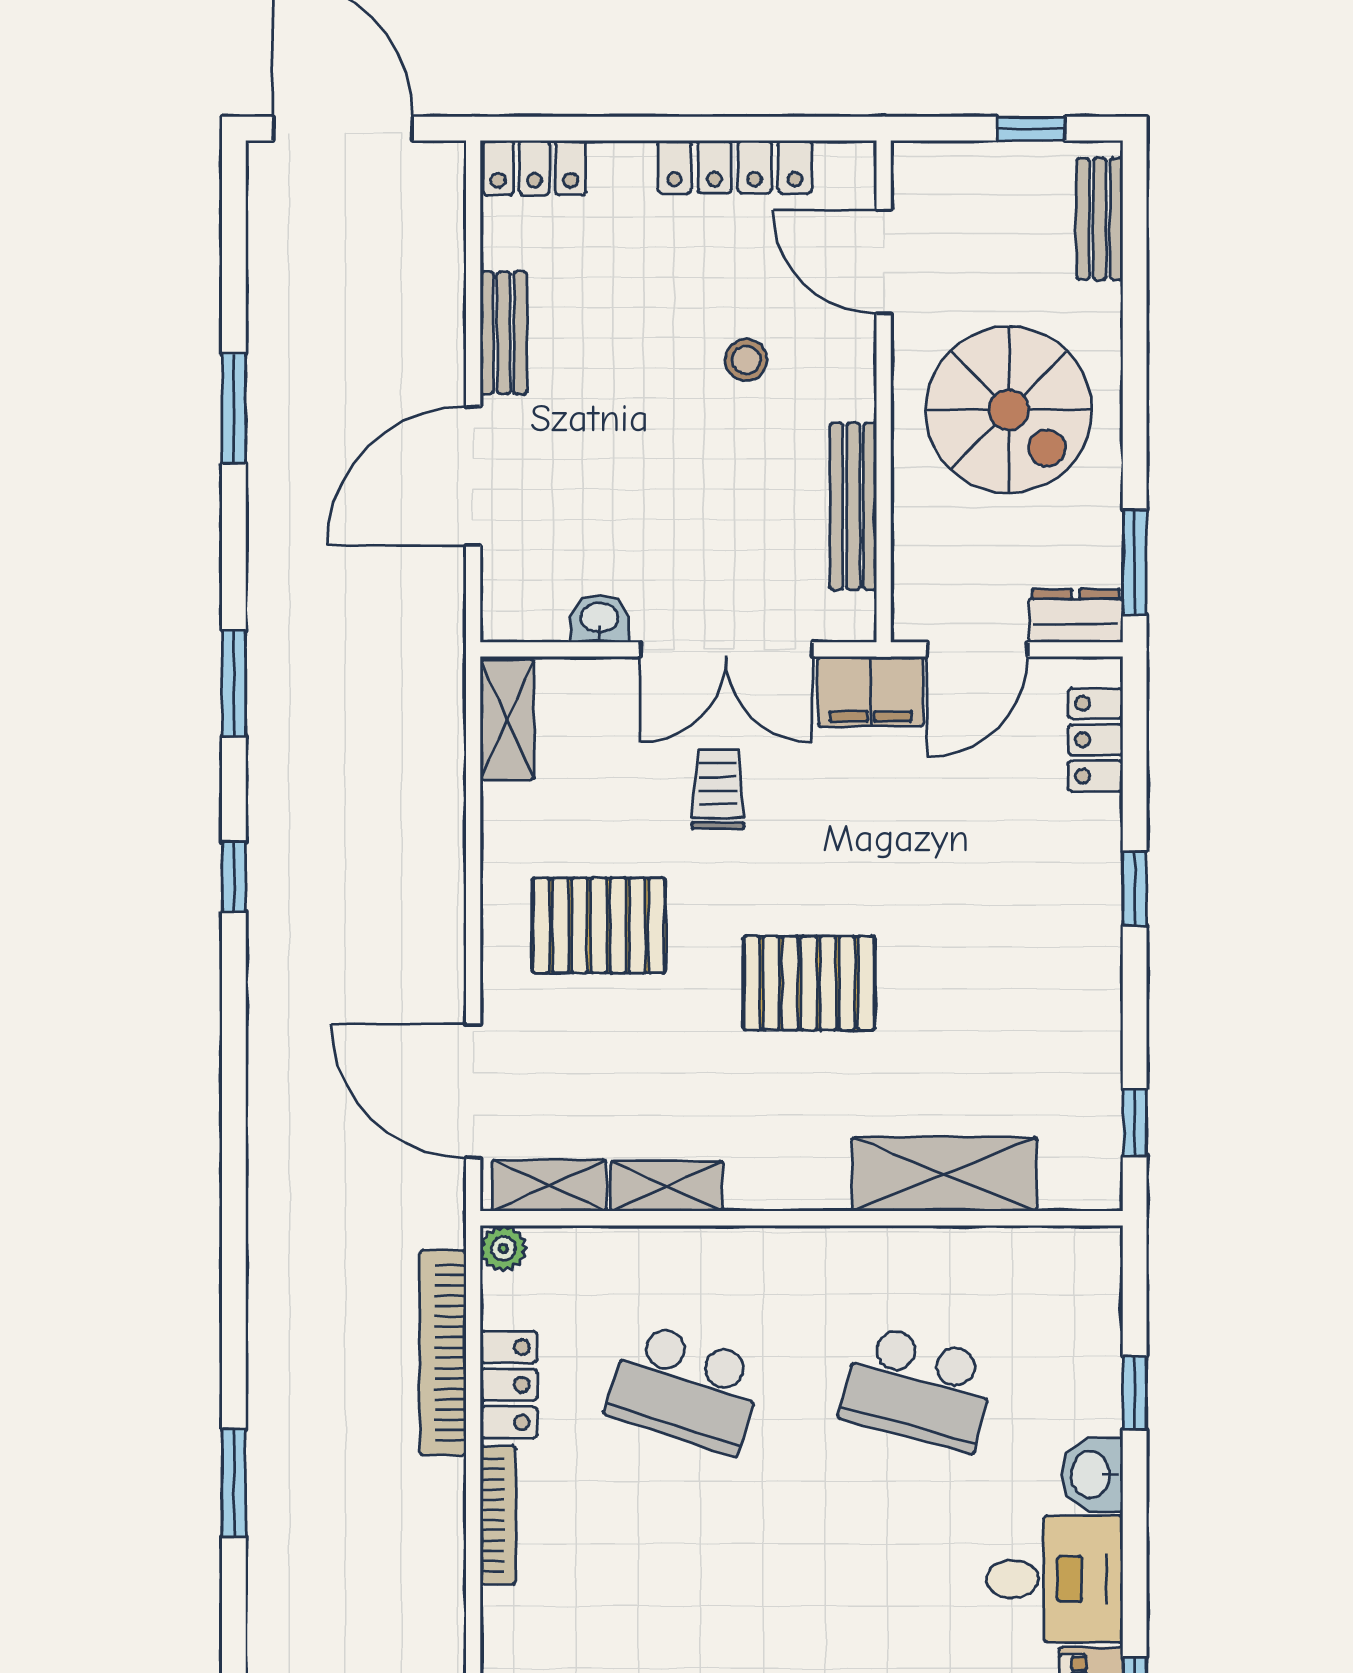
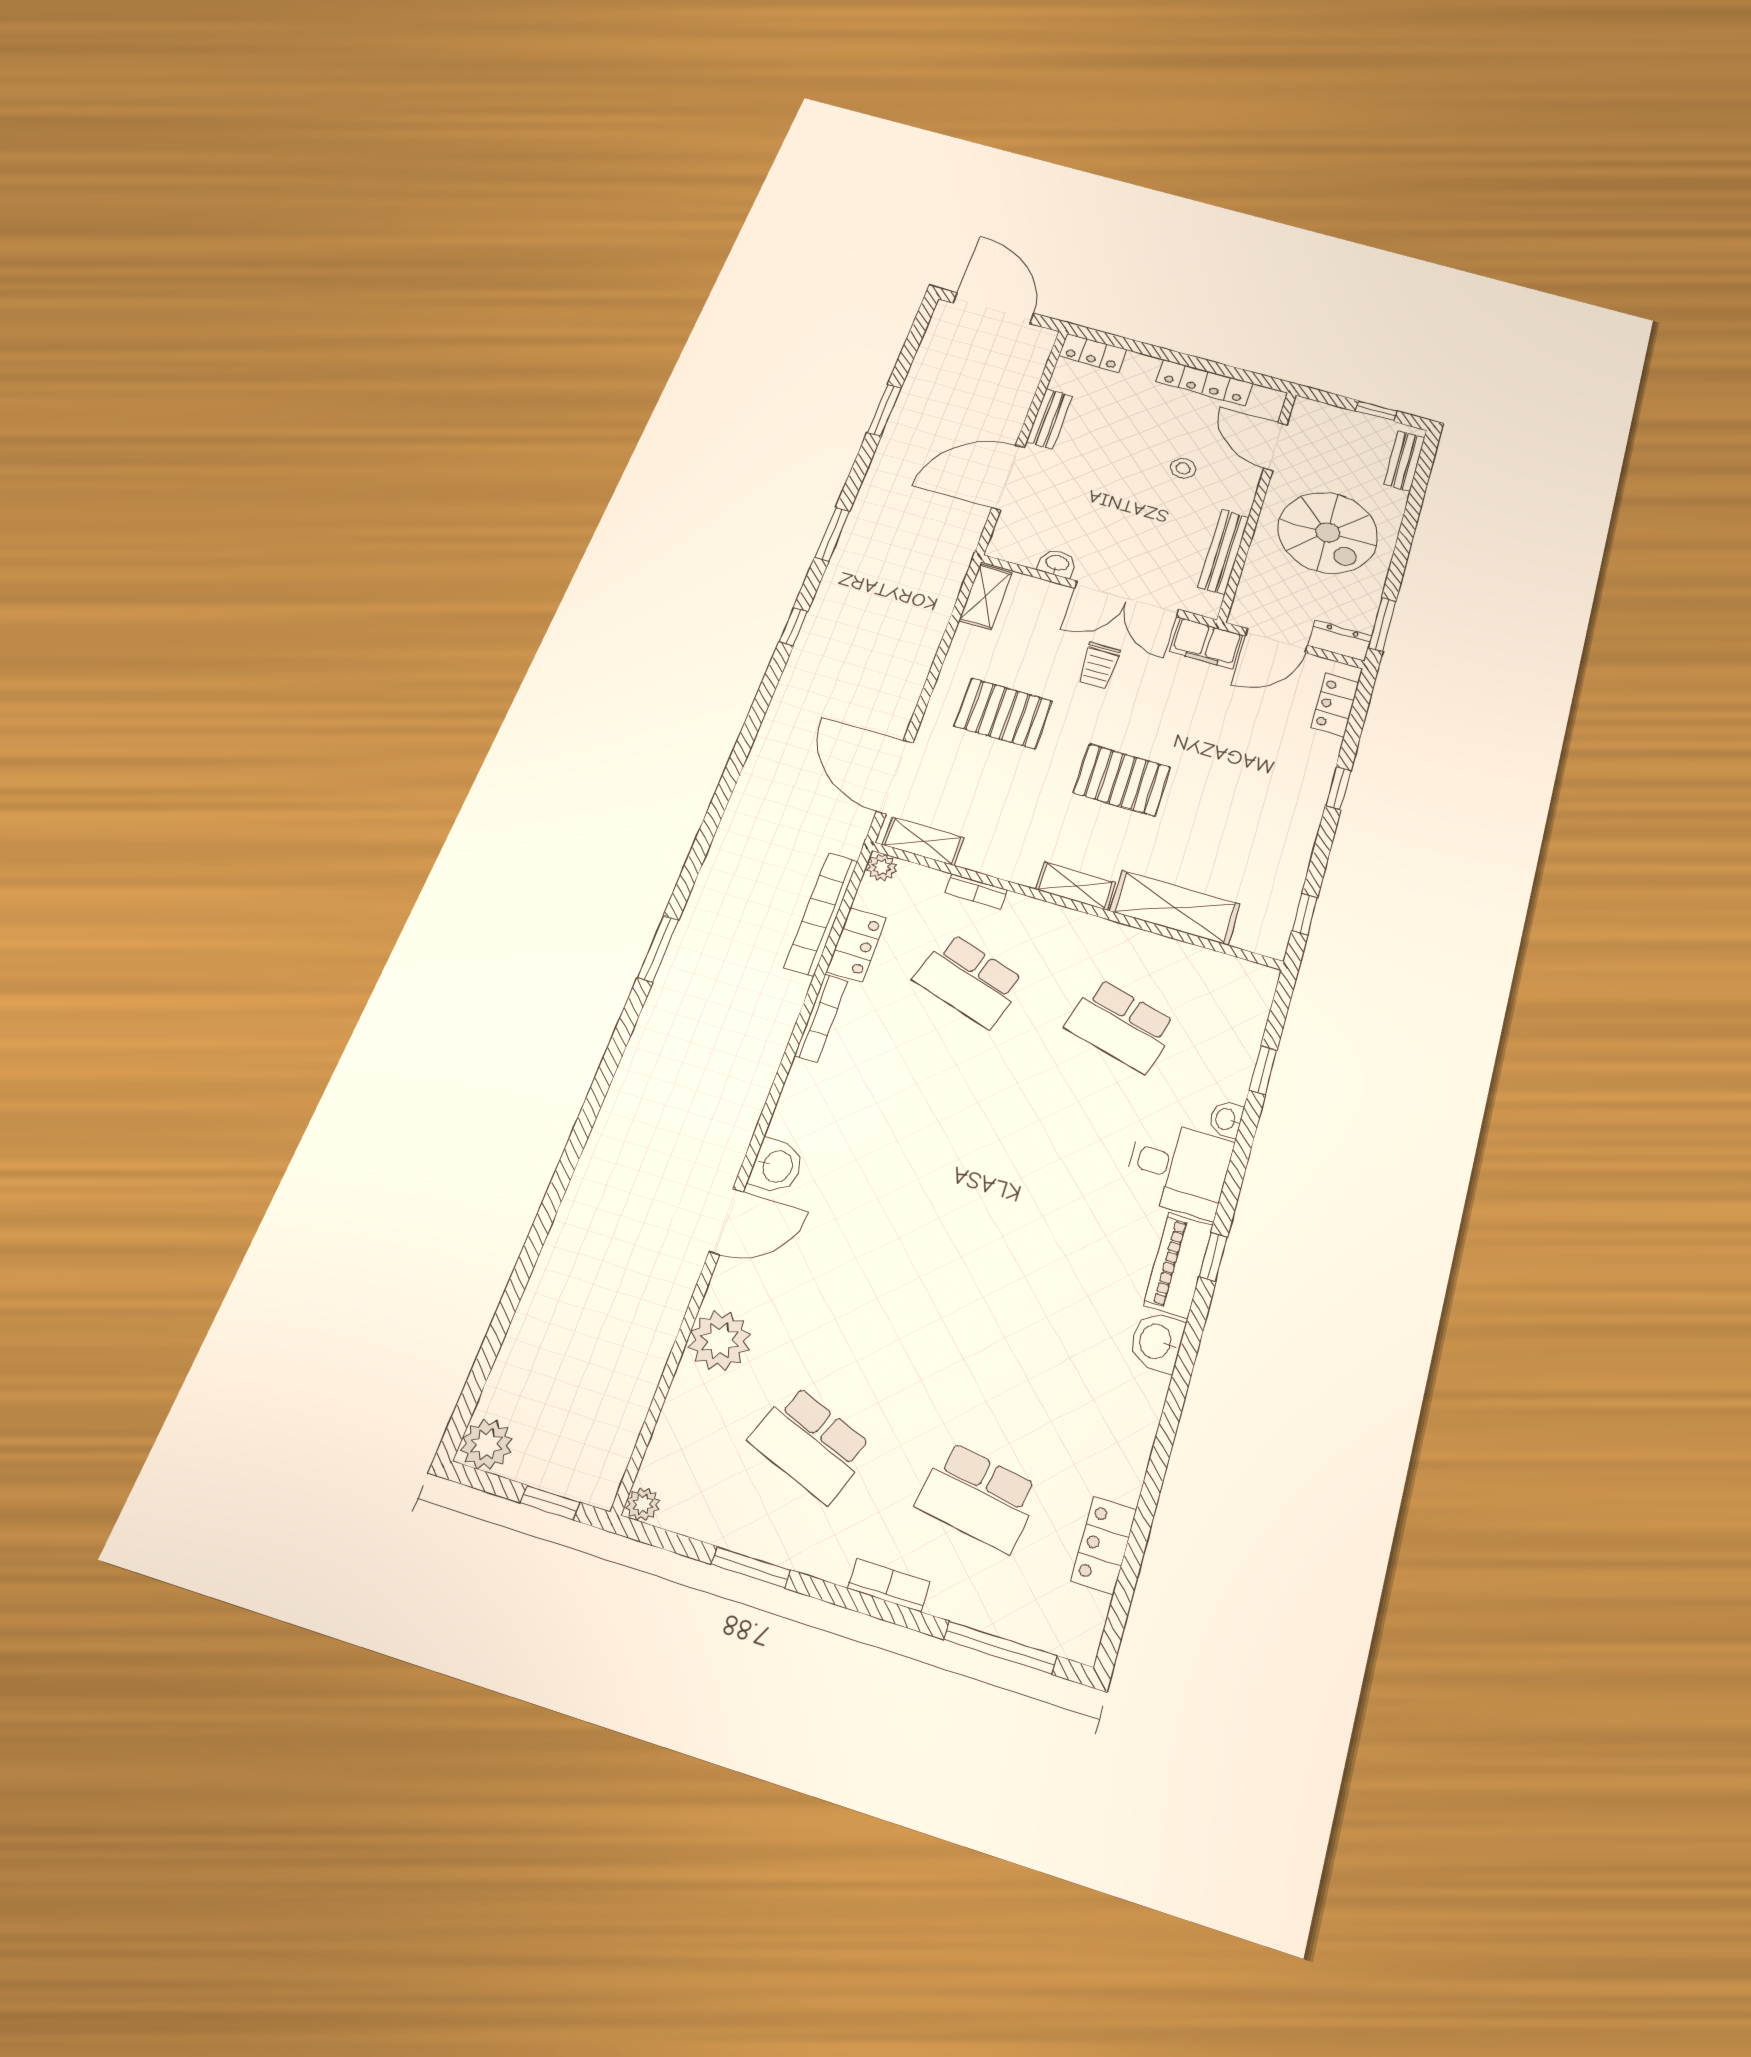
trolley: (718, 789) -> (1099, 665), turned 180
shelving: (667, 1186) -> (1076, 886), moved
bookcase: (651, 1243) -> (976, 891), added
washbasin: (1092, 1474) -> (1226, 1119), width x0.72, depth x0.69

